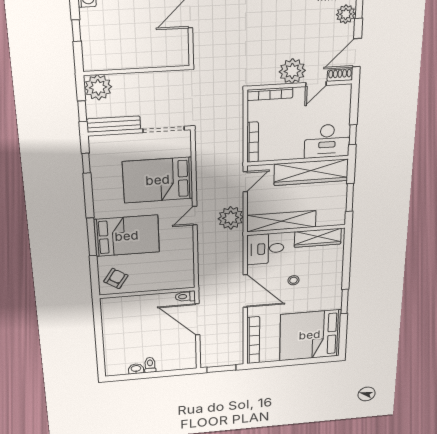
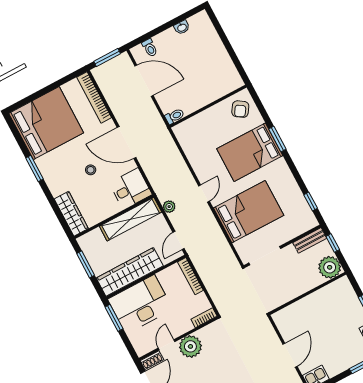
bookcase: (270, 94) -> (204, 318), width x0.64
bench: (114, 124) -> (310, 240), width x0.73
window: (353, 135) -> (114, 318), width x1.50
desk: (327, 141) -> (140, 304), width x1.36, depth x1.30
plant: (231, 218) -> (169, 207), width x0.53, depth x0.53
window: (92, 237) -> (277, 139), width x0.69
wardrobe: (318, 238) -> (71, 214), moved, turned 90
door: (197, 319) -> (144, 81), moved
toilet: (150, 365) -> (150, 48), moved

